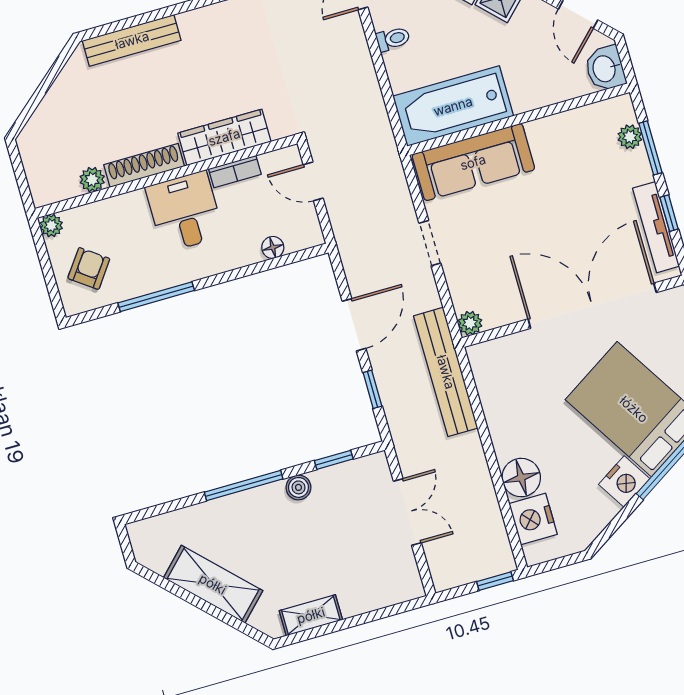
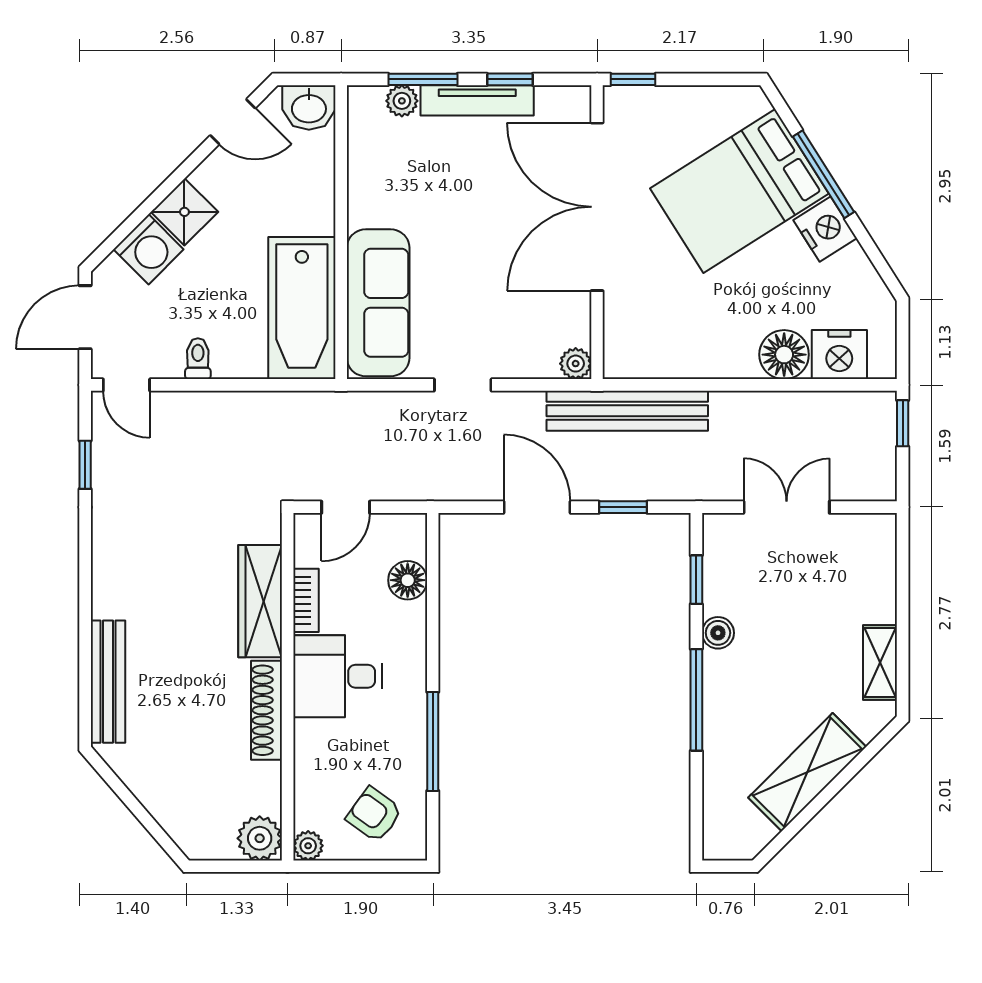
plant: (92, 180) -> (260, 838), moved, width x1.38, depth x1.38
tv unit: (656, 227) -> (477, 100), moved
floor lamp: (273, 247) -> (408, 580), width x1.37, depth x1.37

